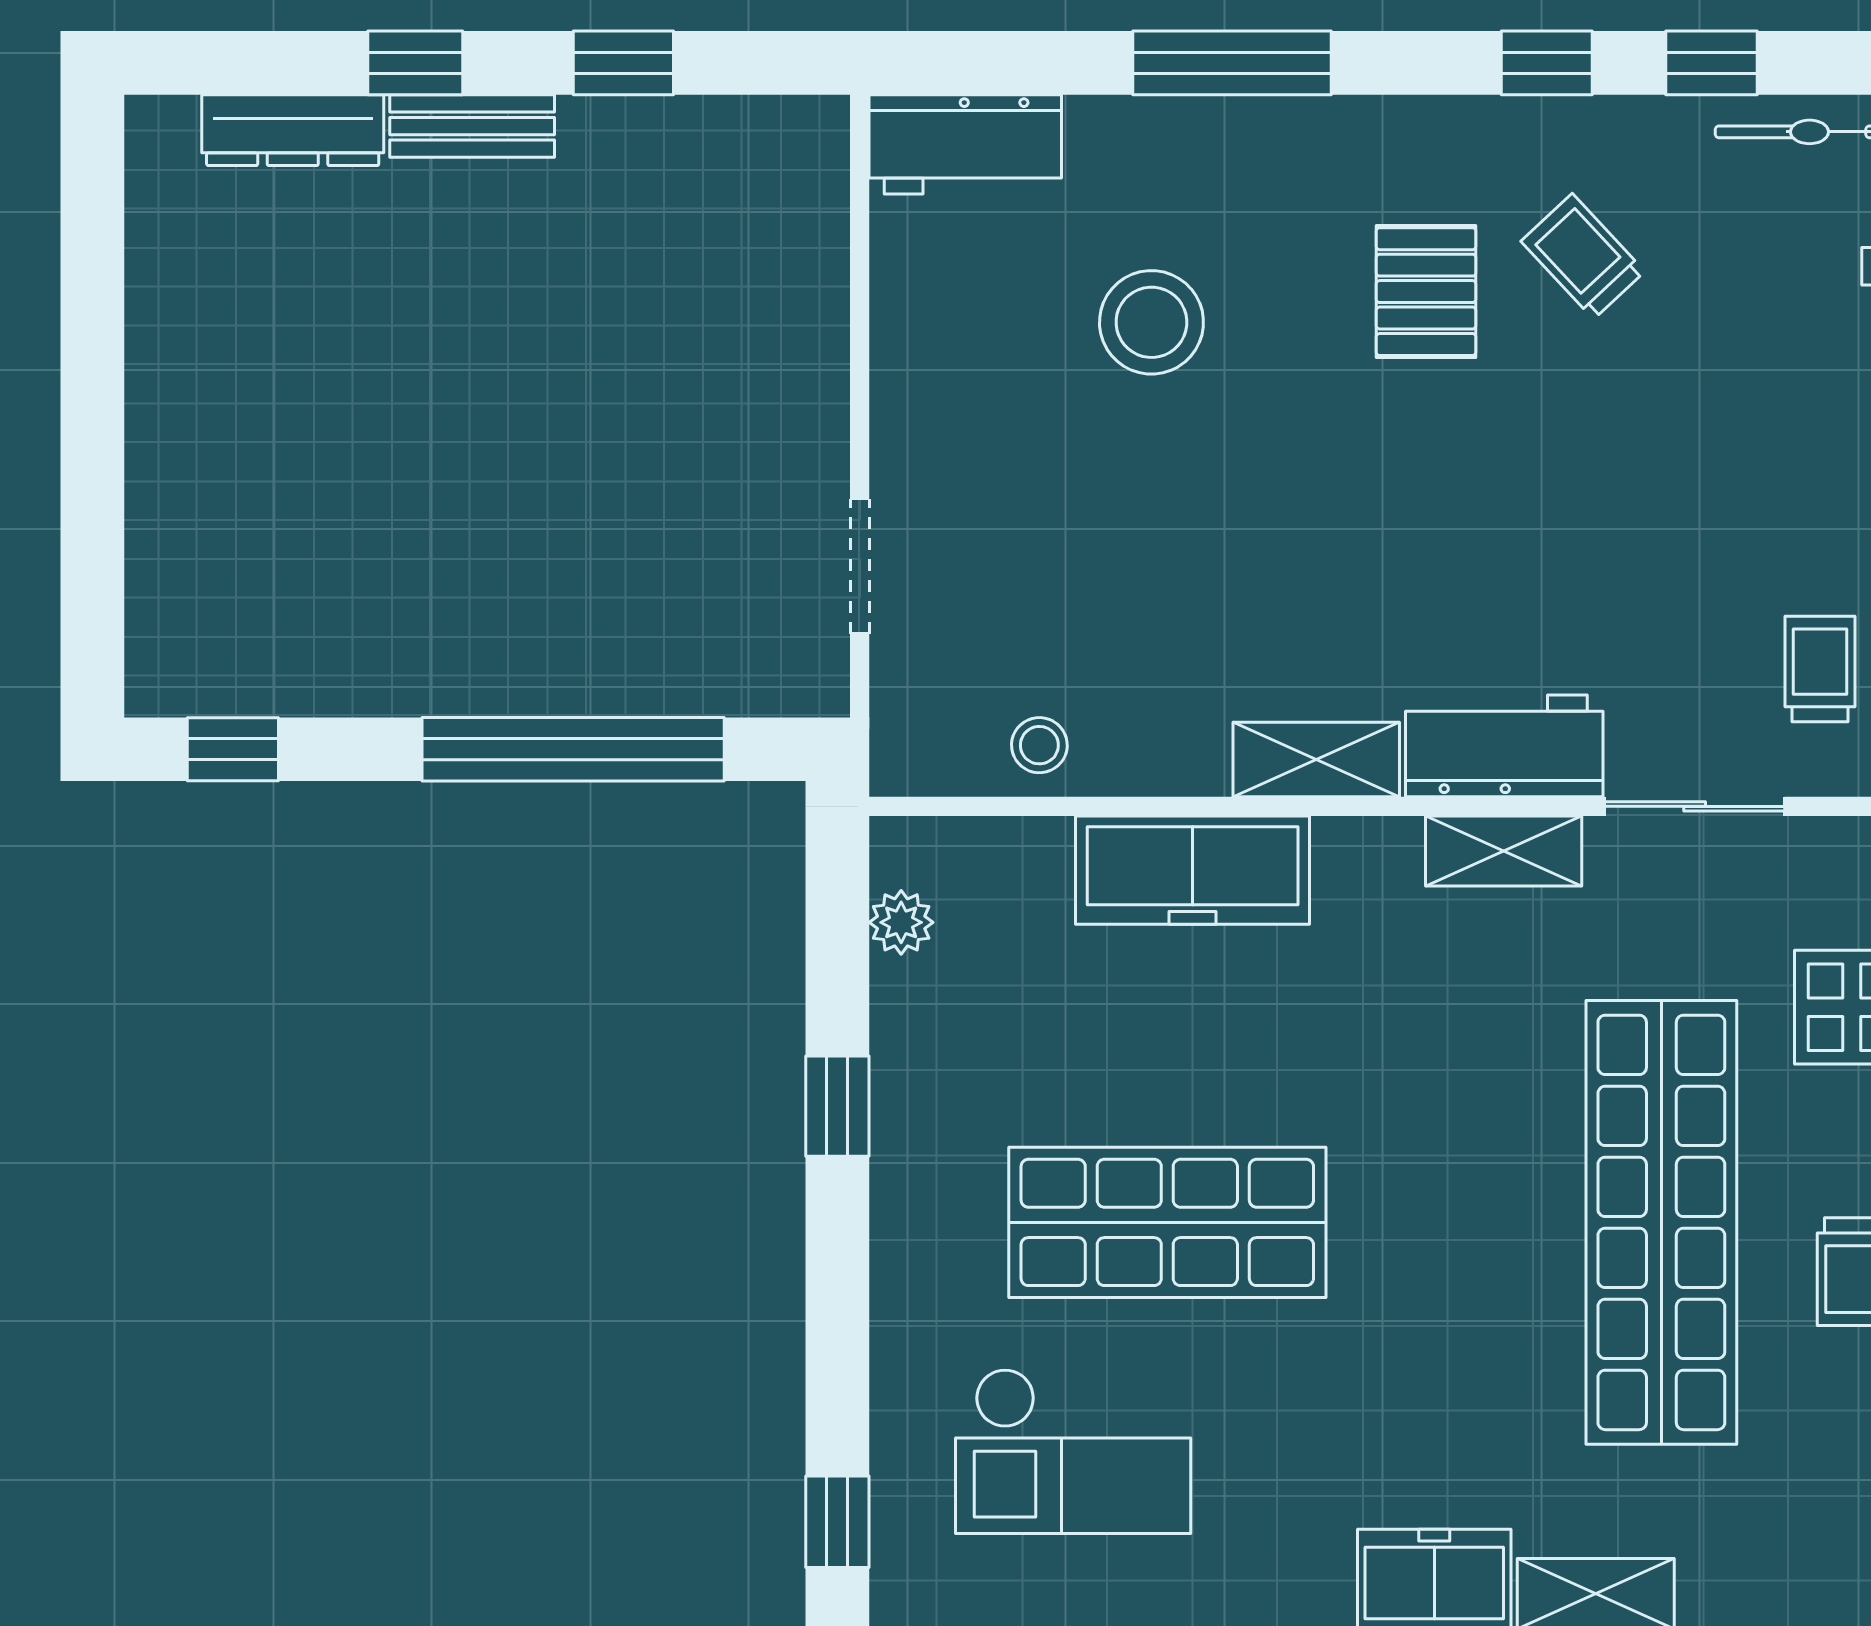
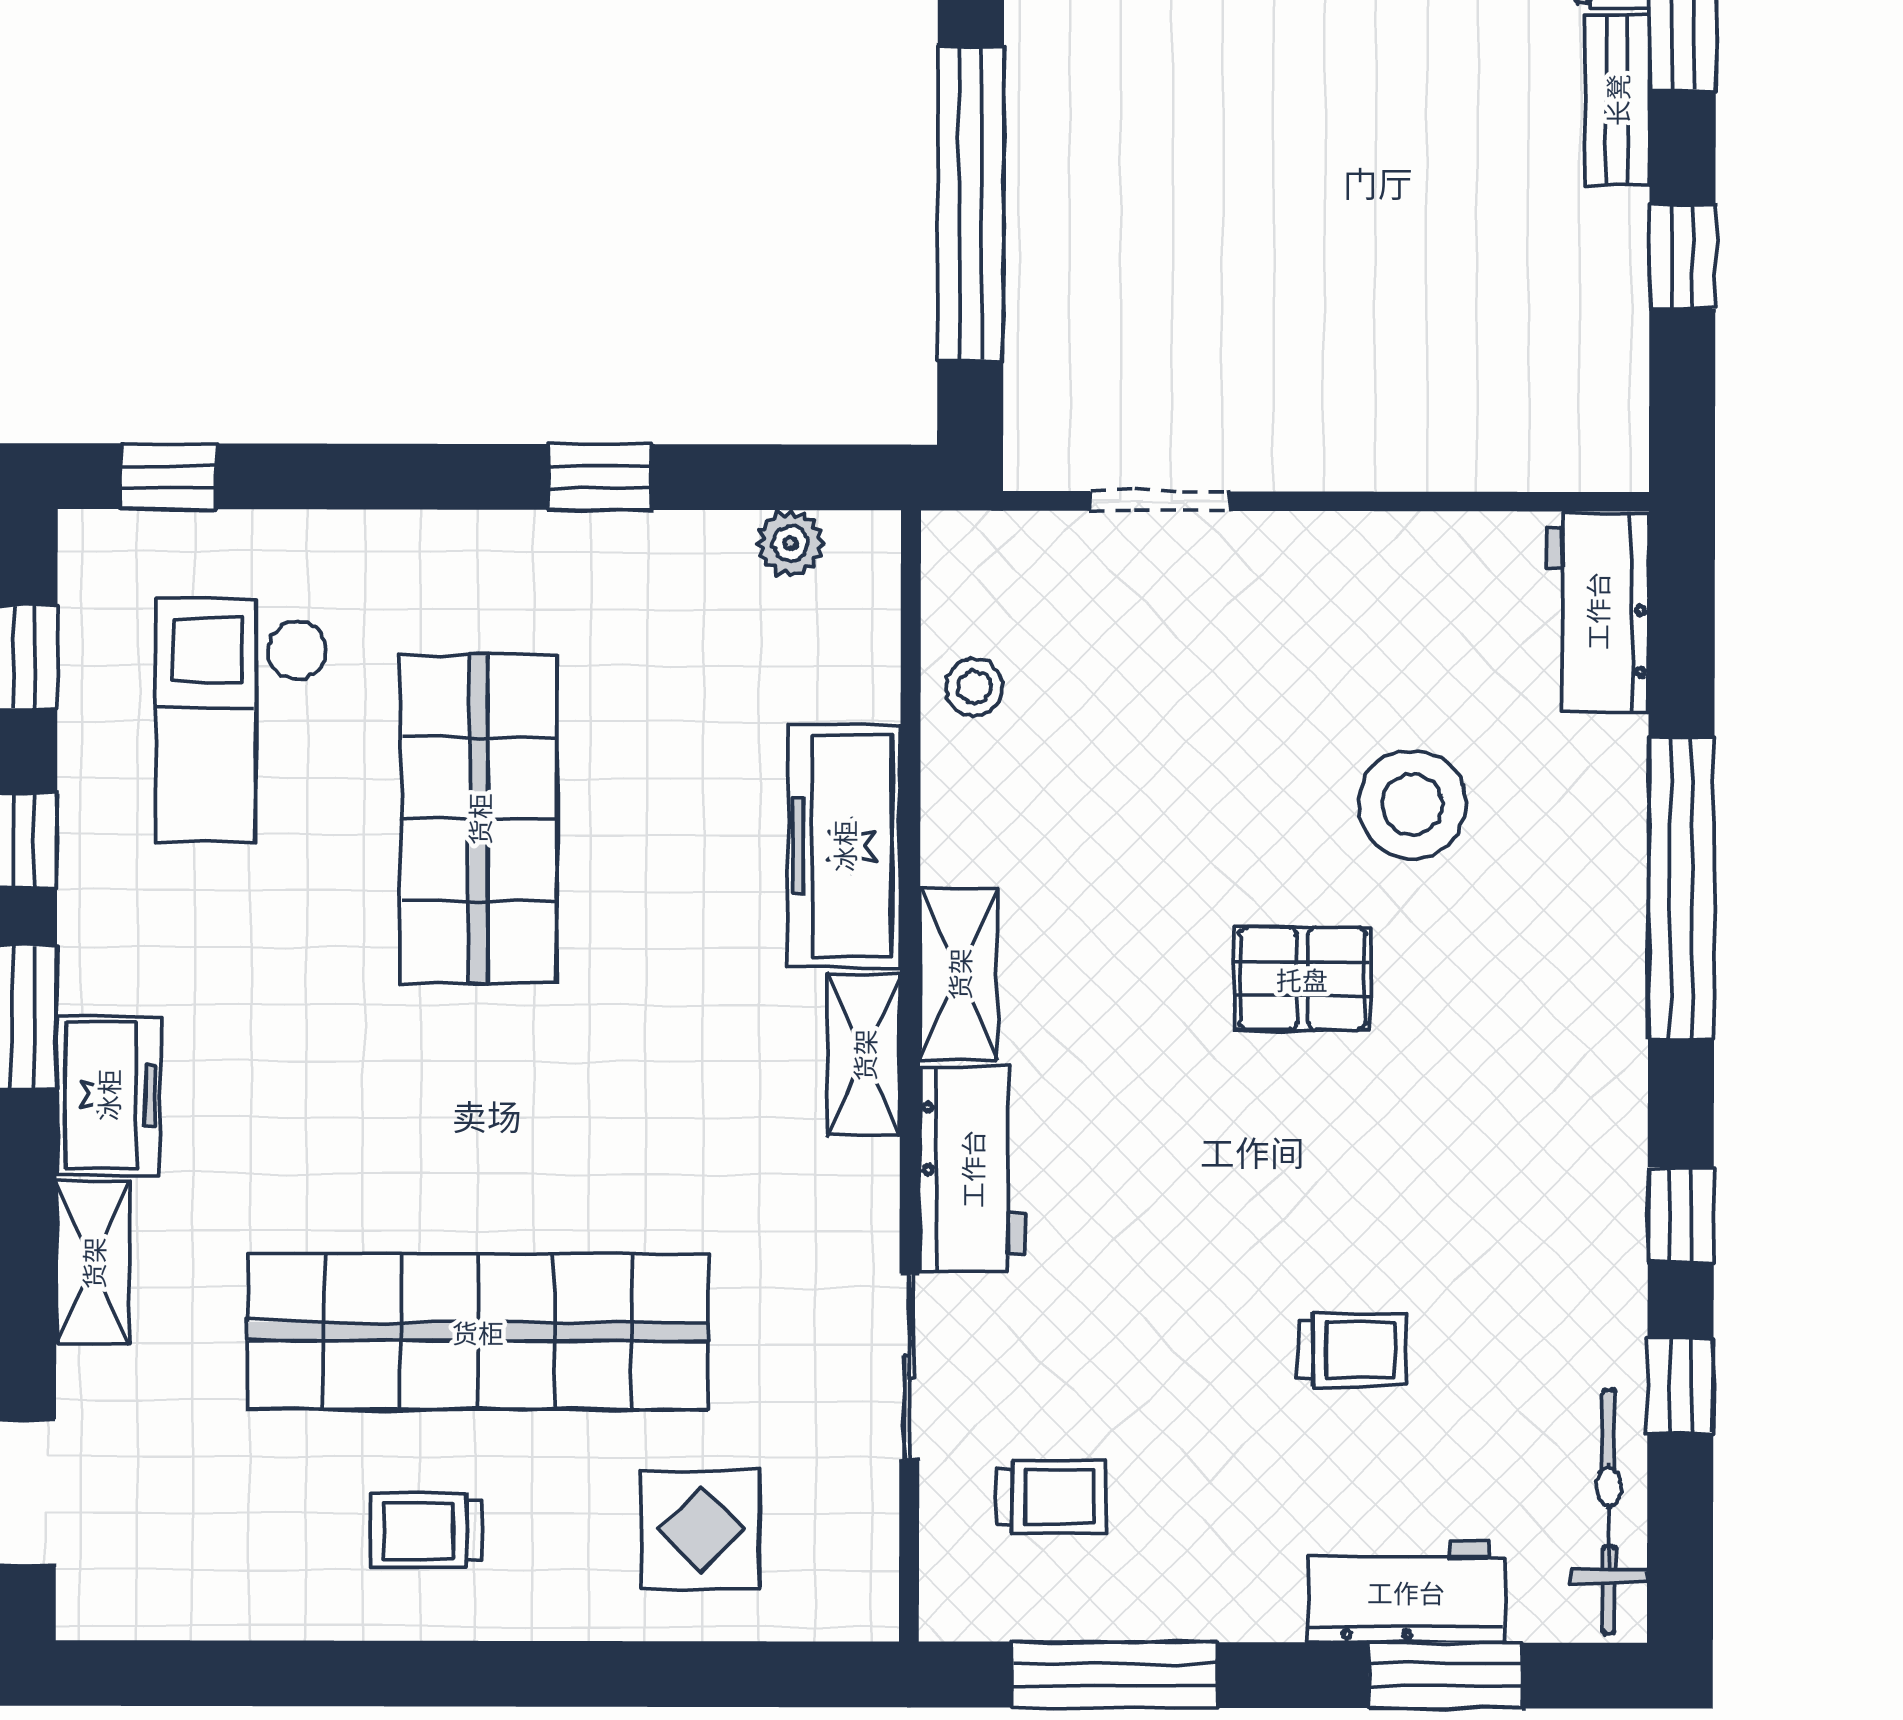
window: (1232, 63) -> (1681, 888), width x1.46
trolley: (1583, 256) -> (1353, 1350), moved, turned 43
pallet: (1426, 292) -> (1302, 979), moved
shelving: (1504, 851) -> (864, 1055), moved

